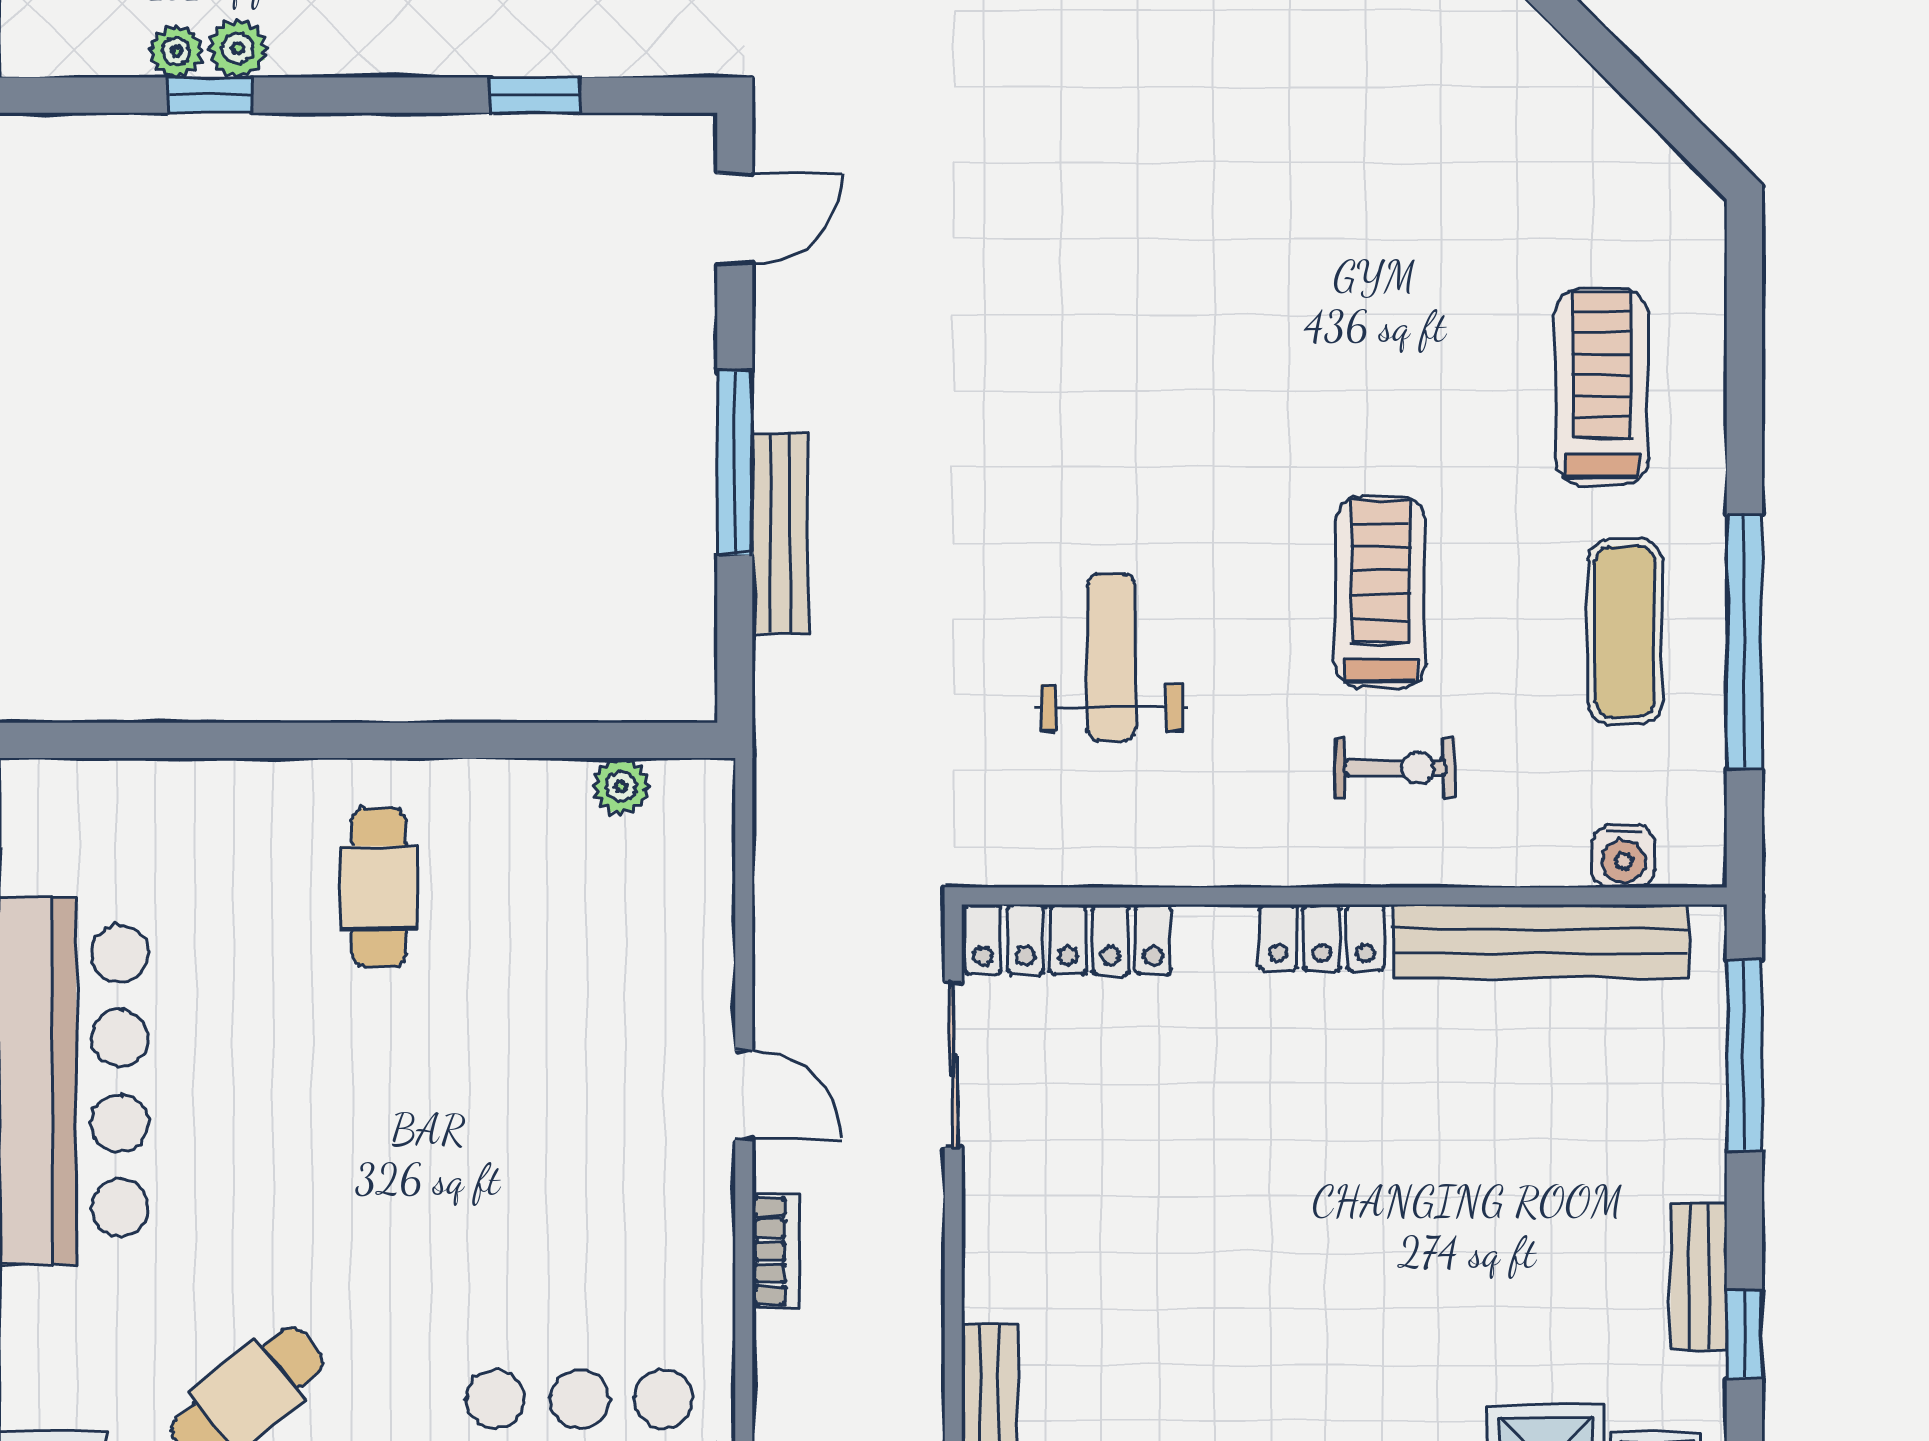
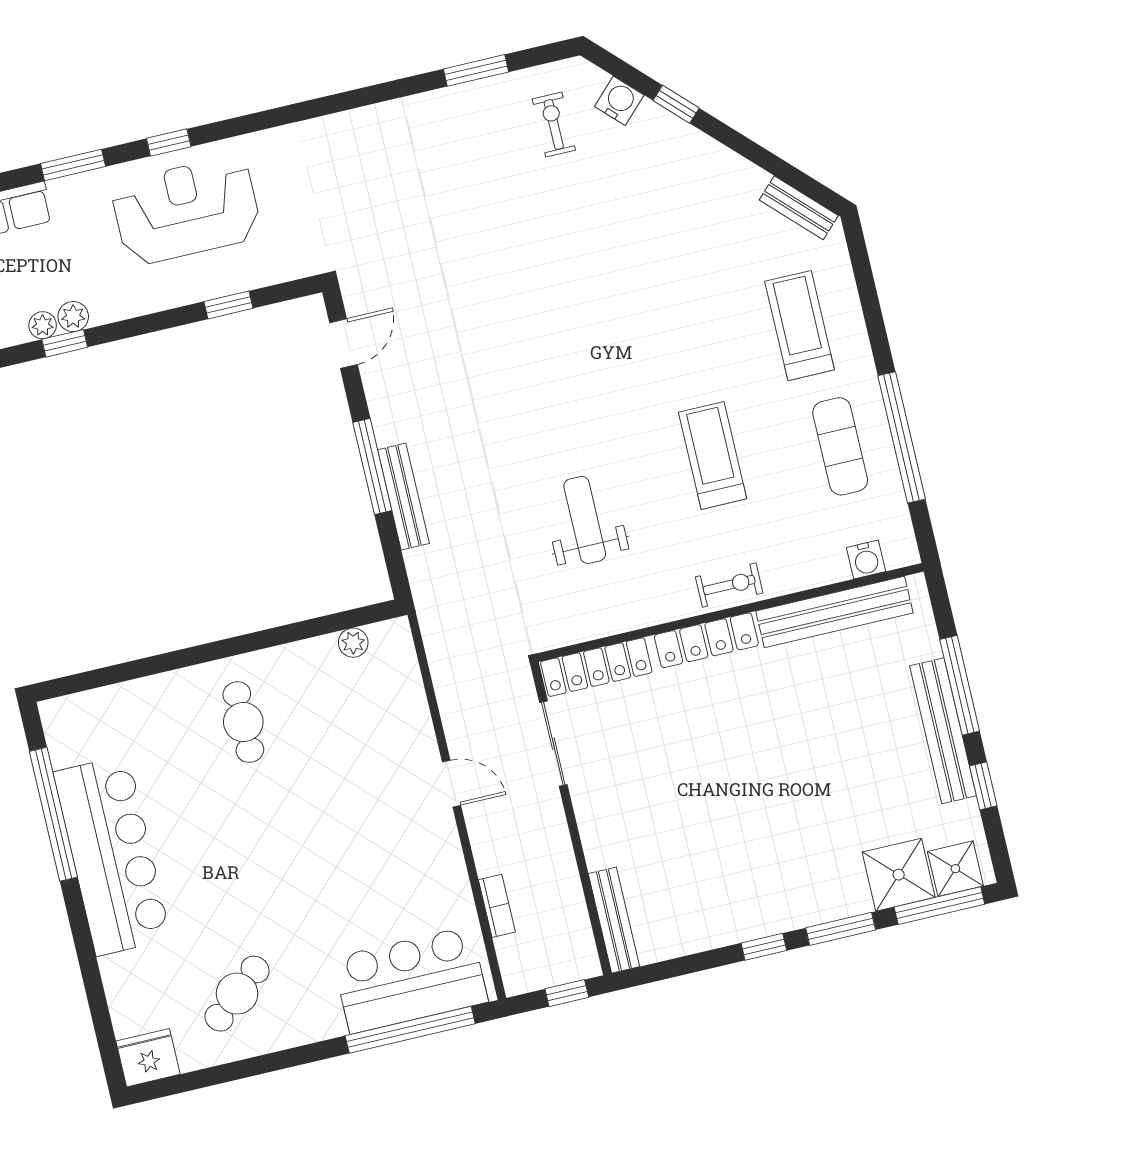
bench: (1652, 164) -> (799, 208), added
exercise bike: (1395, 768) -> (729, 585), moved
locker: (1322, 938) -> (706, 640), width x1.53
window: (1744, 1055) -> (960, 685), moved
bookcase: (775, 1251) -> (497, 906), moved
bench: (1699, 1276) -> (943, 731), width x1.86, depth x1.21

